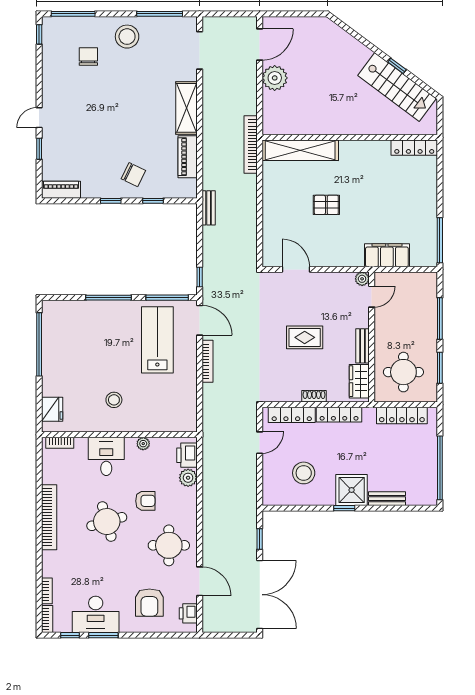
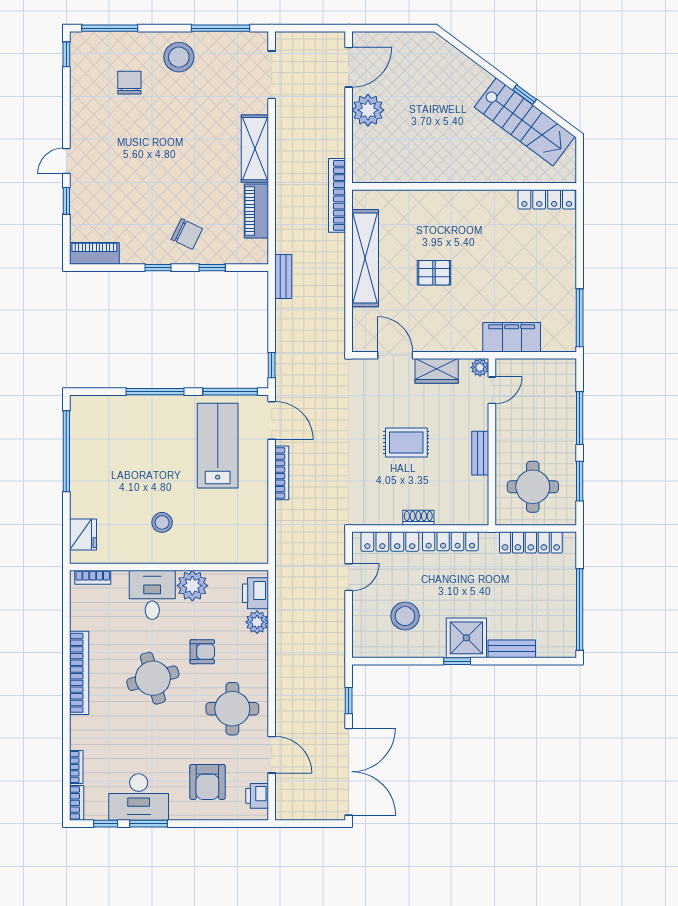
shelving: (300, 150) -> (365, 258), moved, turned 90
wardrobe: (359, 381) -> (437, 371), moved, turned -90
plant: (143, 444) -> (192, 586), width x1.88, depth x1.88

